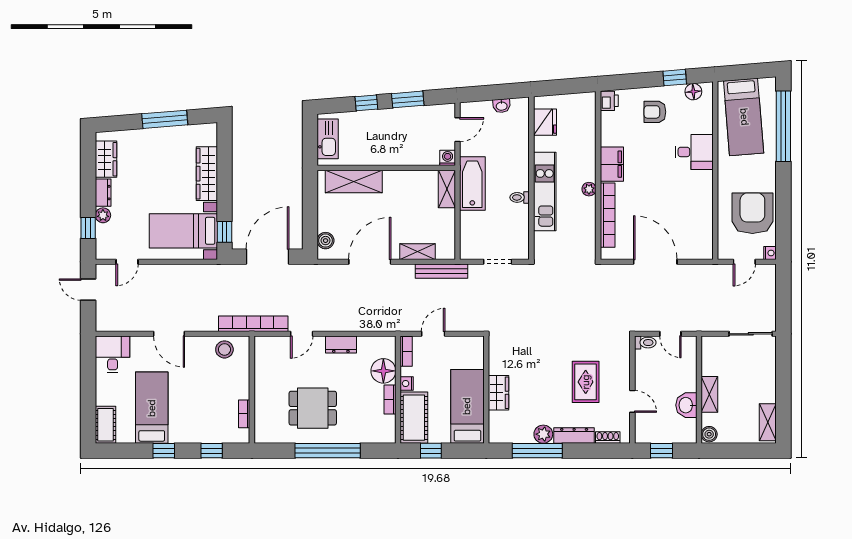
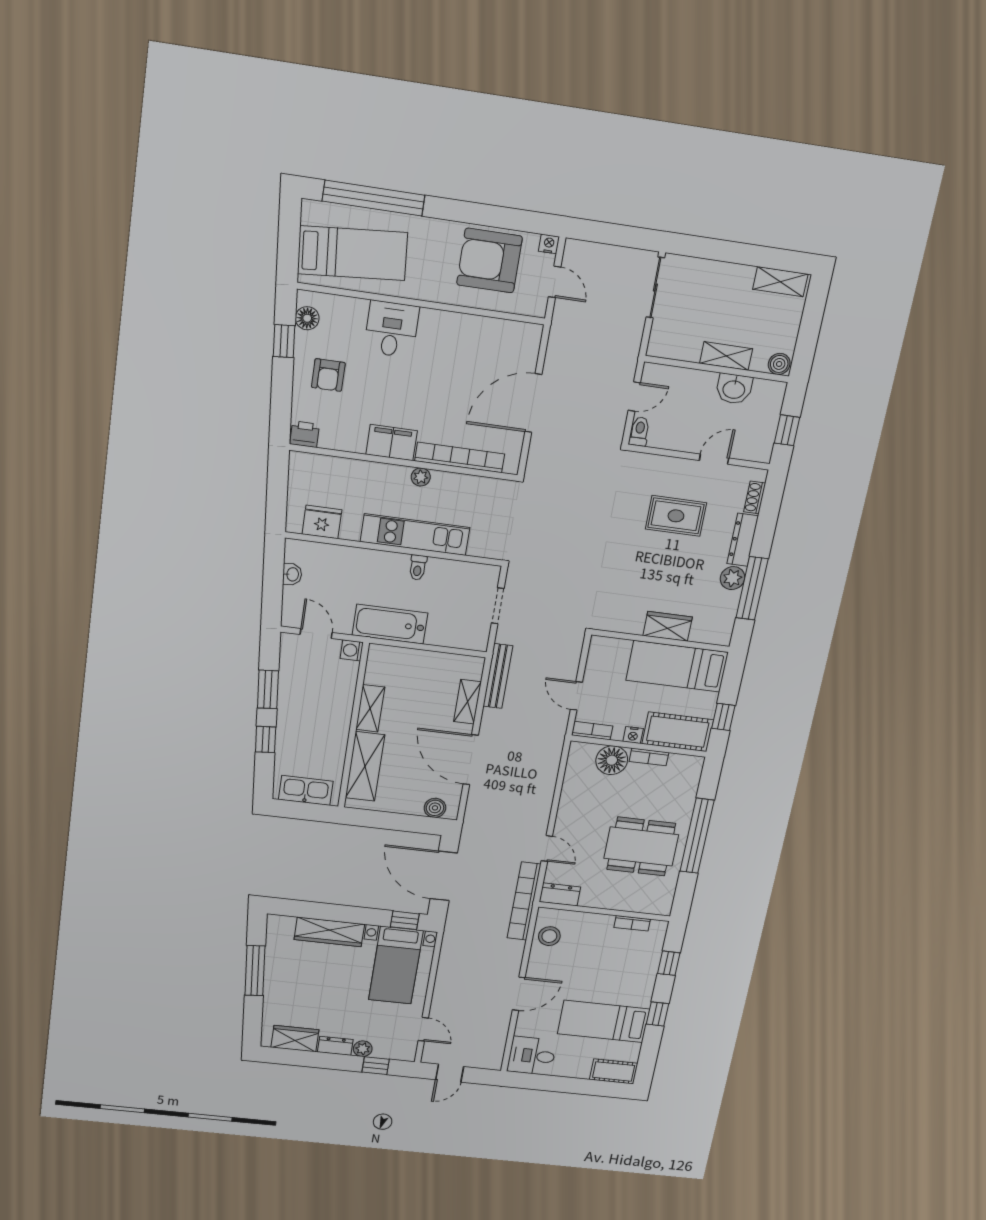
shelving: (447, 189) -> (370, 708), moved, turned 90
dresser: (341, 345) -> (560, 894), moved, turned -90
dining table: (313, 408) -> (641, 846), width x1.38

